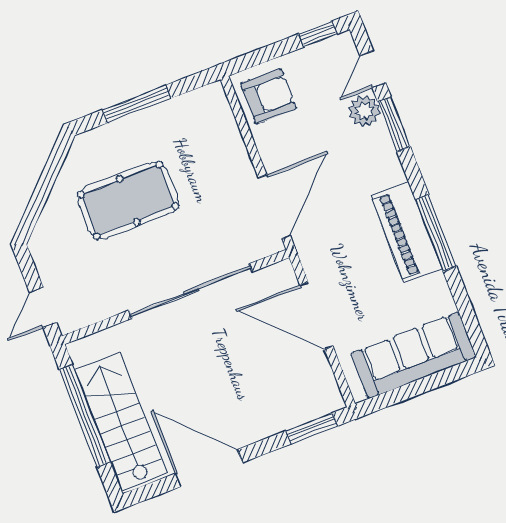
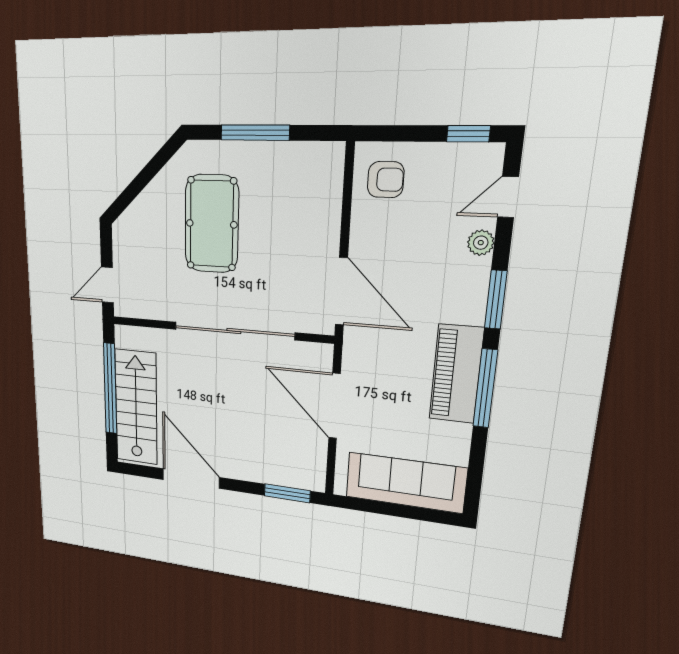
armchair: (269, 96) -> (386, 180), width x0.72, depth x0.72
plant: (364, 111) -> (481, 243), width x0.73, depth x0.73
window: (394, 124) -> (496, 300), moved
pool table: (128, 200) -> (212, 224), turned 90
door: (274, 207) -> (341, 291), hinge flipped

